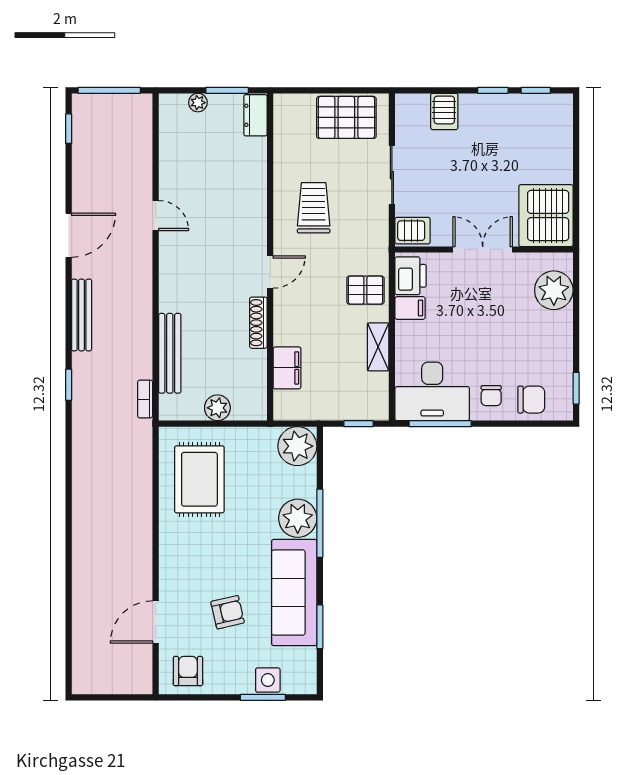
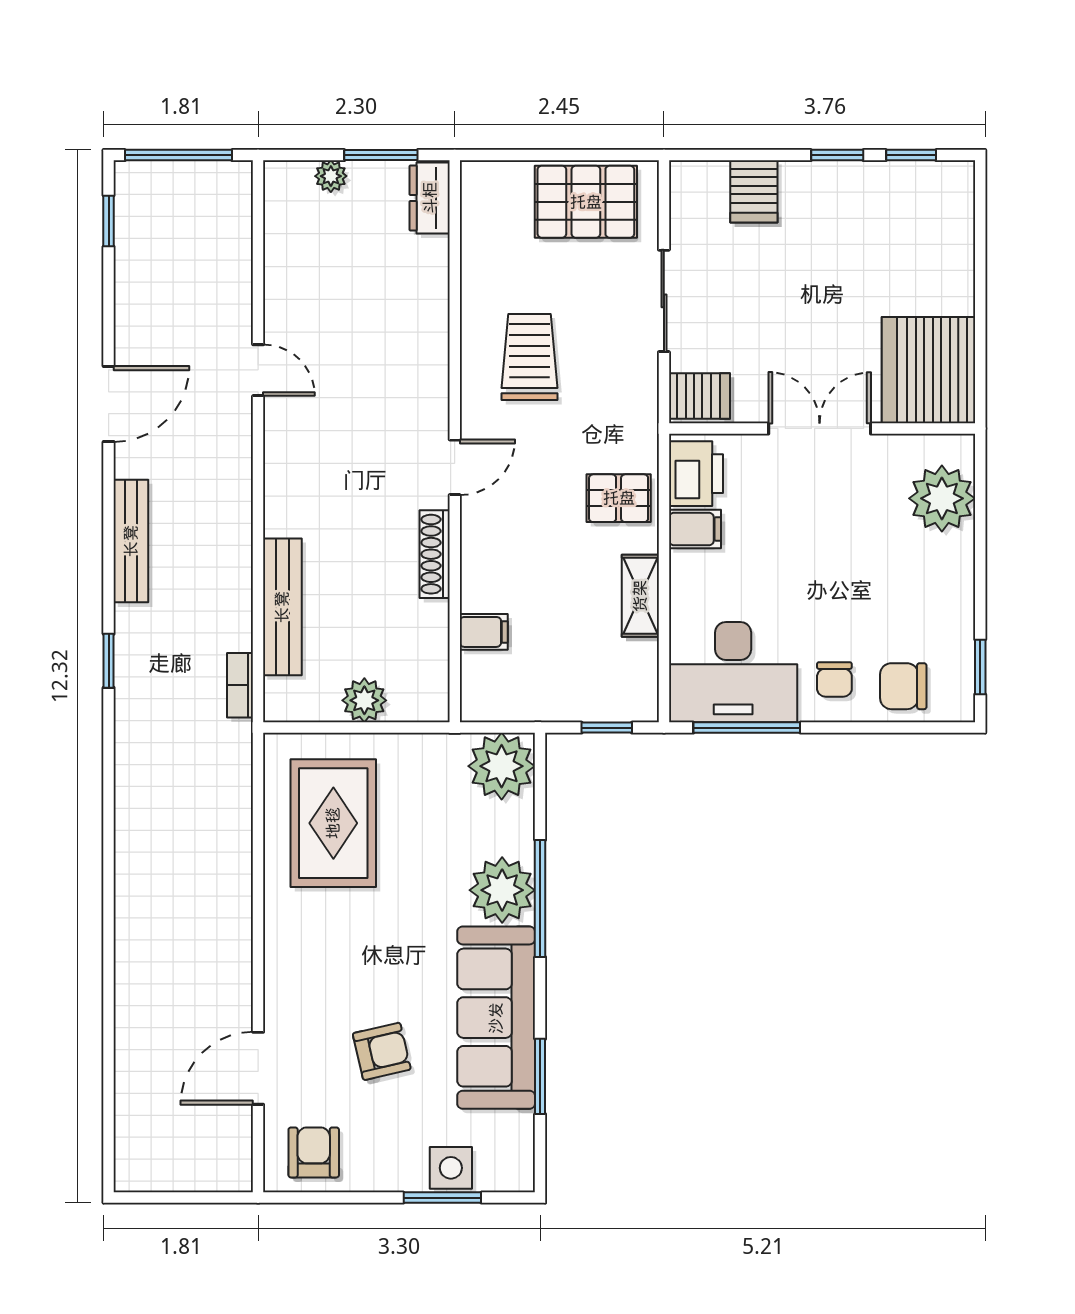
filing cabinet: (287, 368) -> (484, 632), width x0.50
chair: (531, 400) -> (903, 686), turned 180

